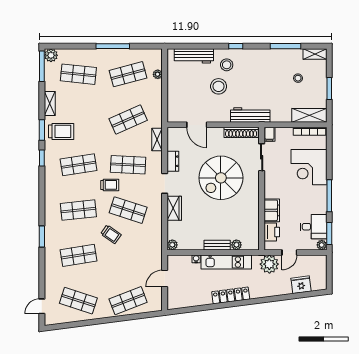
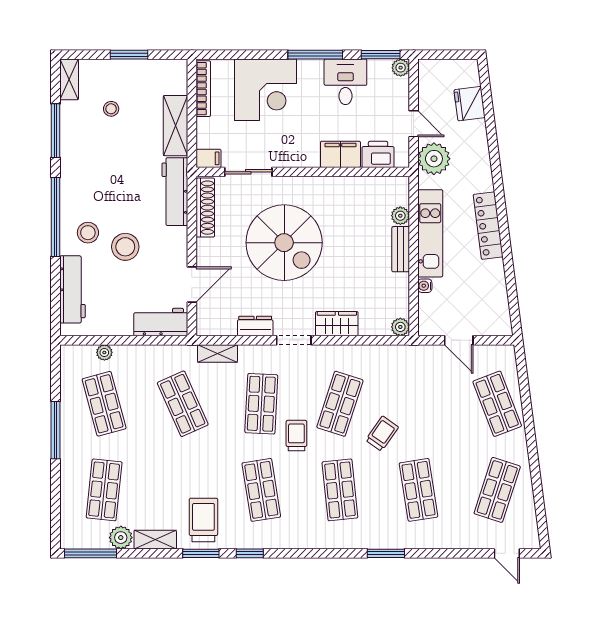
window: (236, 46) -> (56, 217), width x3.17
plant: (51, 55) -> (121, 538), moved
workbench: (175, 107) -> (161, 322), added
shelving: (309, 115) -> (176, 126), moved
desk: (314, 227) -> (345, 82), moved

